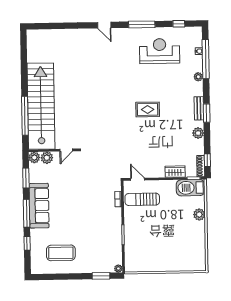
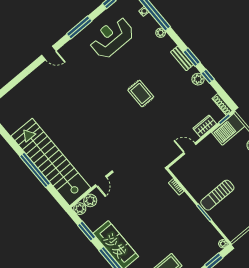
rug: (148, 109) -> (141, 94), turned 90
window: (25, 116) -> (35, 170), moved
window: (207, 160) -> (208, 76), moved
door: (138, 179) -> (190, 148), moved
sun lounger: (142, 199) -> (217, 195), moved

